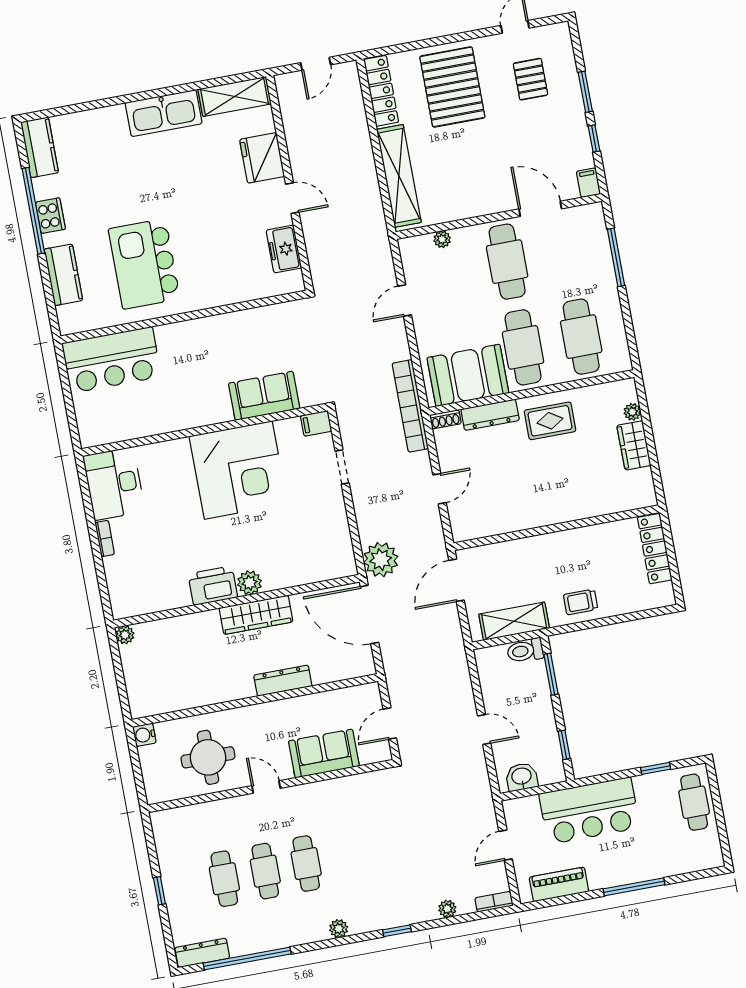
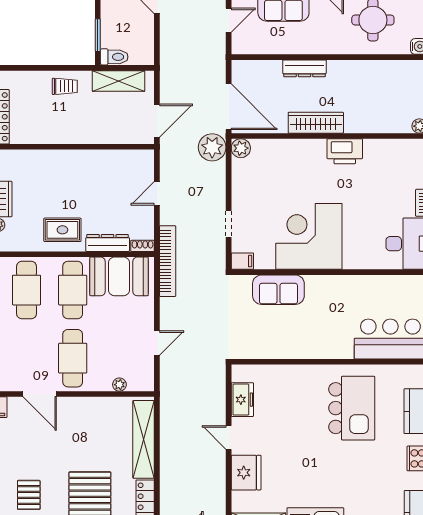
plant: (250, 583) -> (241, 148), moved

